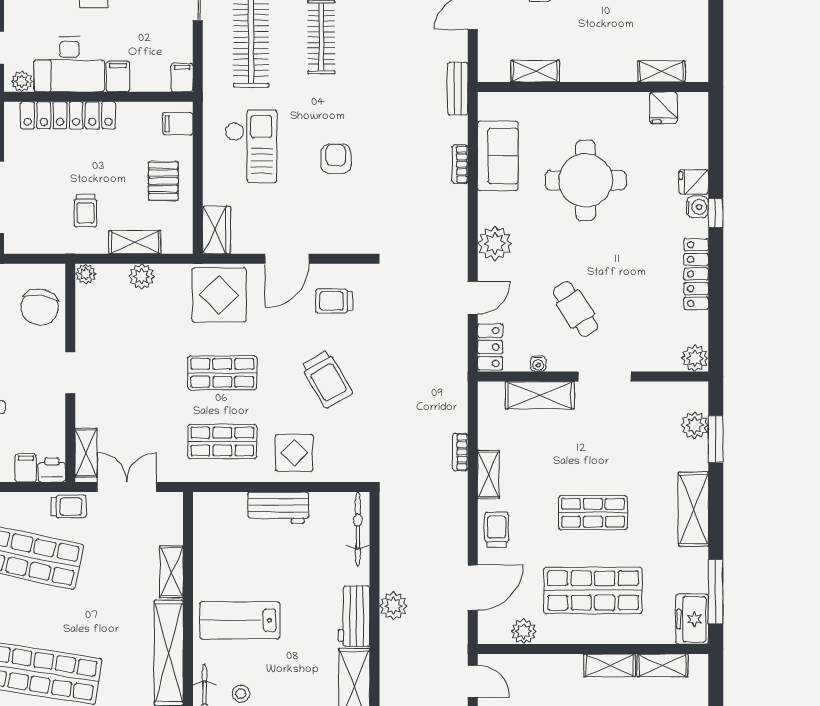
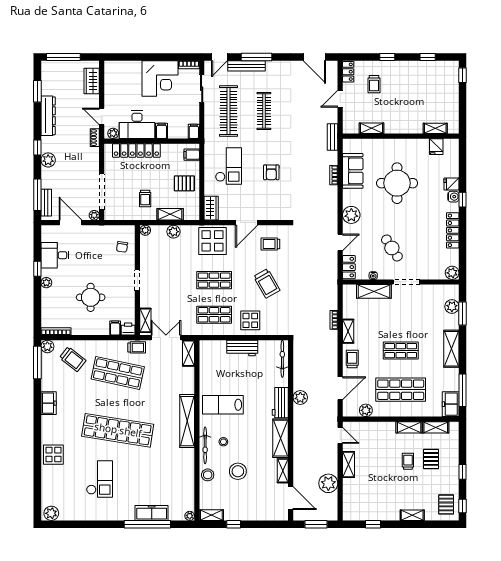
armchair: (336, 159) -> (271, 172), turned 180
pallet: (163, 181) -> (184, 183), turned 90
chair: (40, 307) -> (122, 247), width x0.54, depth x0.54
shelving: (171, 572) -> (188, 353), moved

